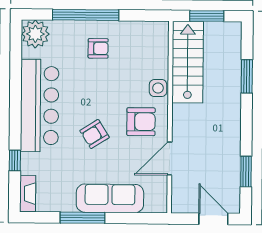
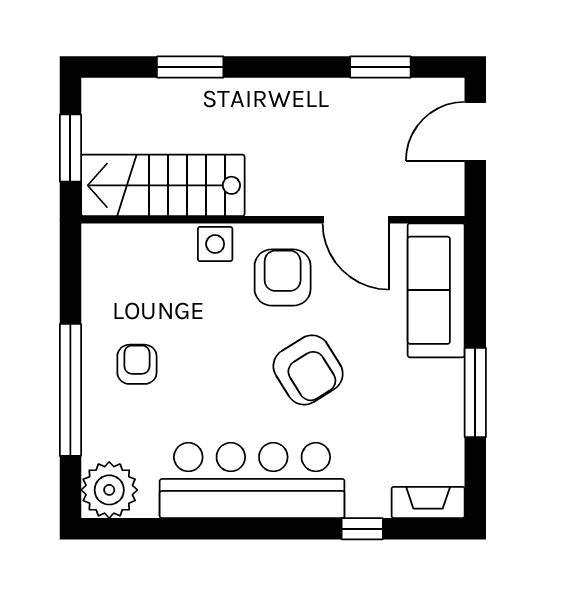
armchair: (95, 134) -> (308, 370), width x1.38, depth x1.38
sofa: (110, 198) -> (436, 290), moved

